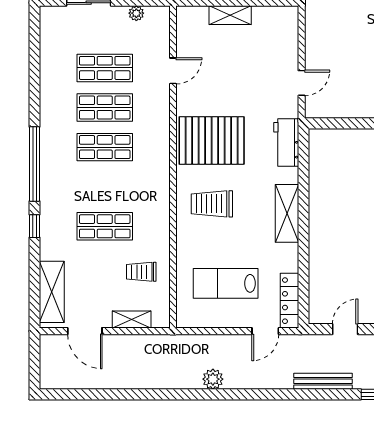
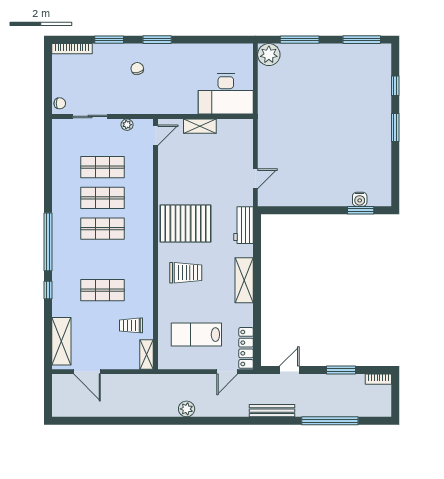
door: (173, 71) -> (156, 135), moved
trolley: (212, 204) -> (186, 273), turned 180
shelving: (132, 319) -> (147, 354), moved, turned 90

